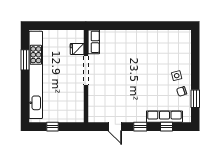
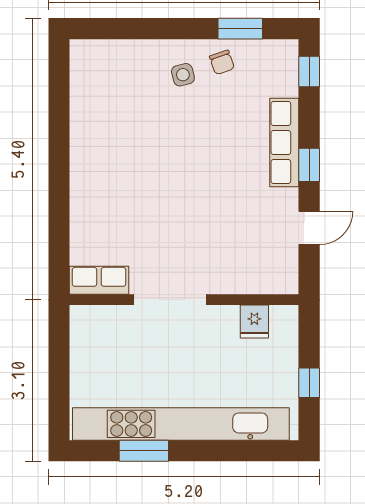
fridge: (77, 49) -> (254, 321), moved
row of seats: (164, 117) -> (284, 142), moved
window: (166, 127) -> (309, 71), moved

